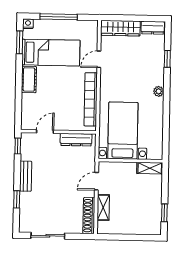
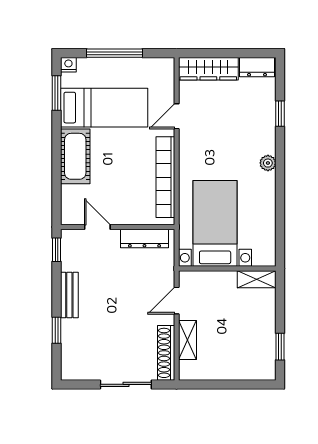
cot: (29, 79) -> (75, 156), width x1.37, depth x1.34
door: (45, 132) -> (97, 227), hinge flipped
sliding door: (48, 236) -> (126, 384), moved

